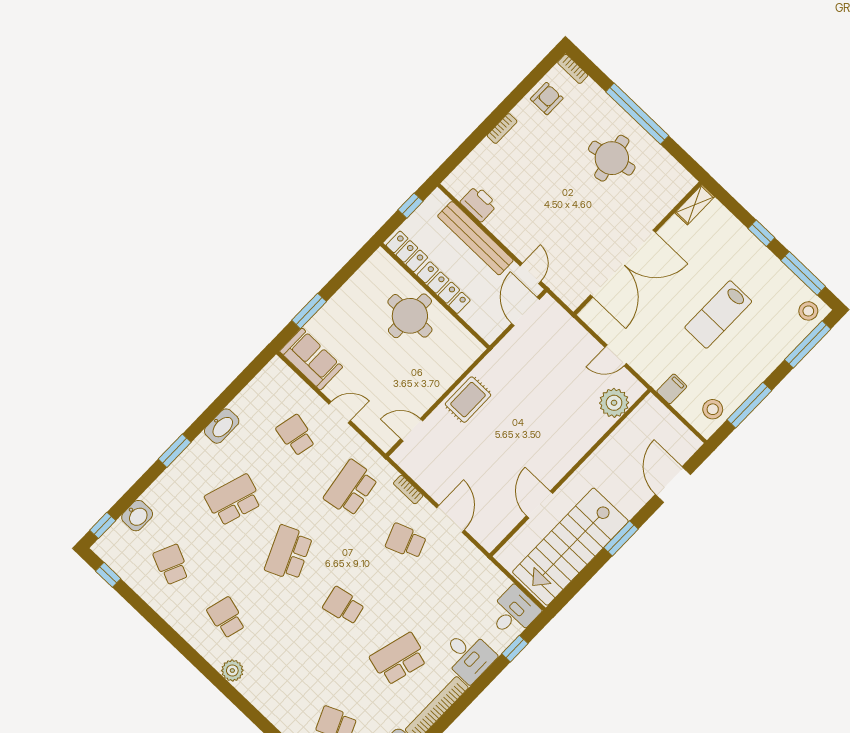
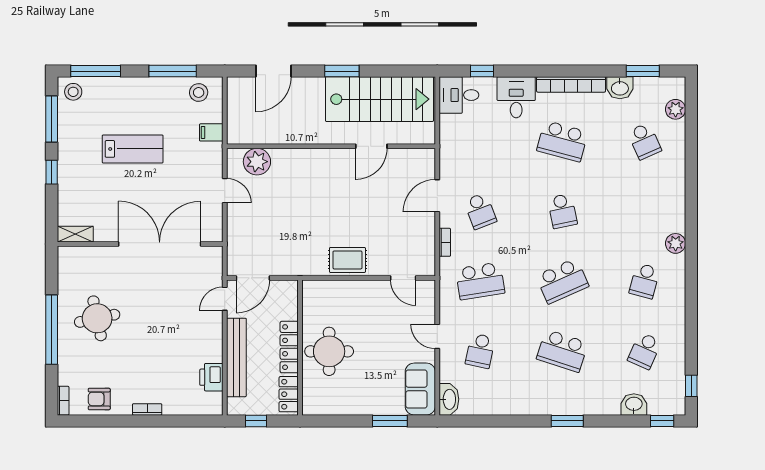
washbasin: (222, 426) -> (449, 399), moved, turned 90

